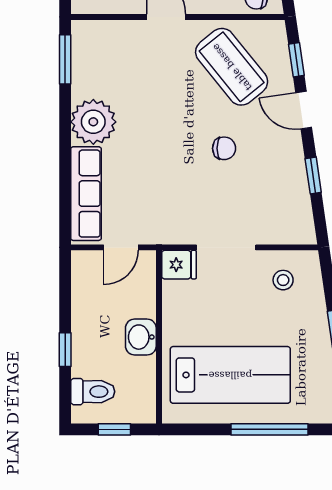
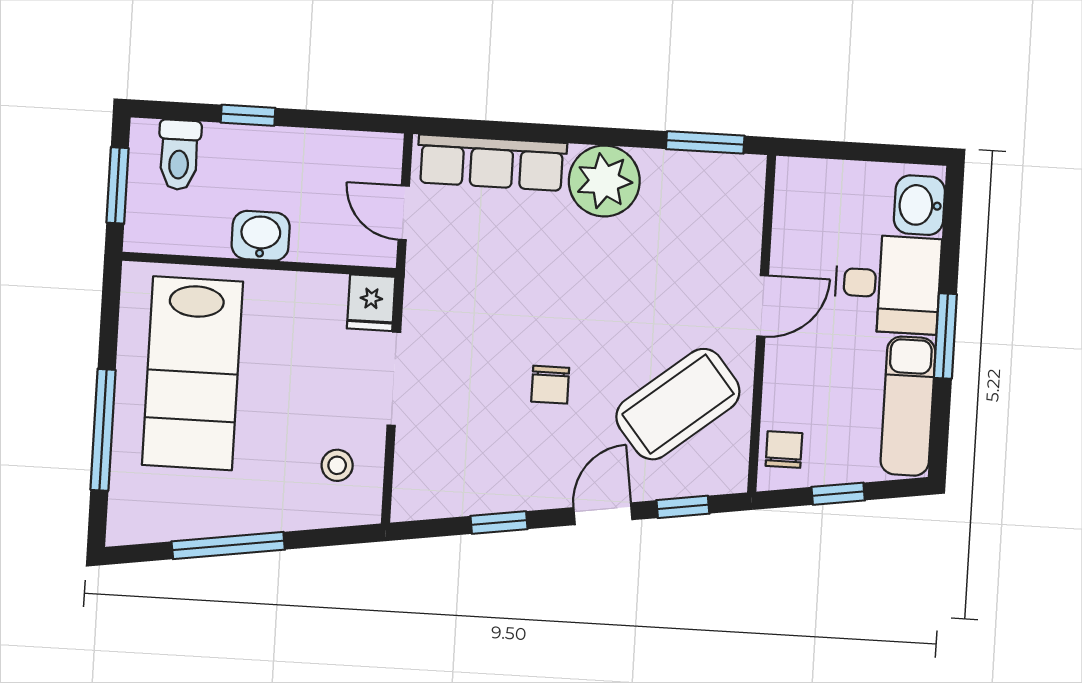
window: (114, 429) -> (117, 185), width x1.50

